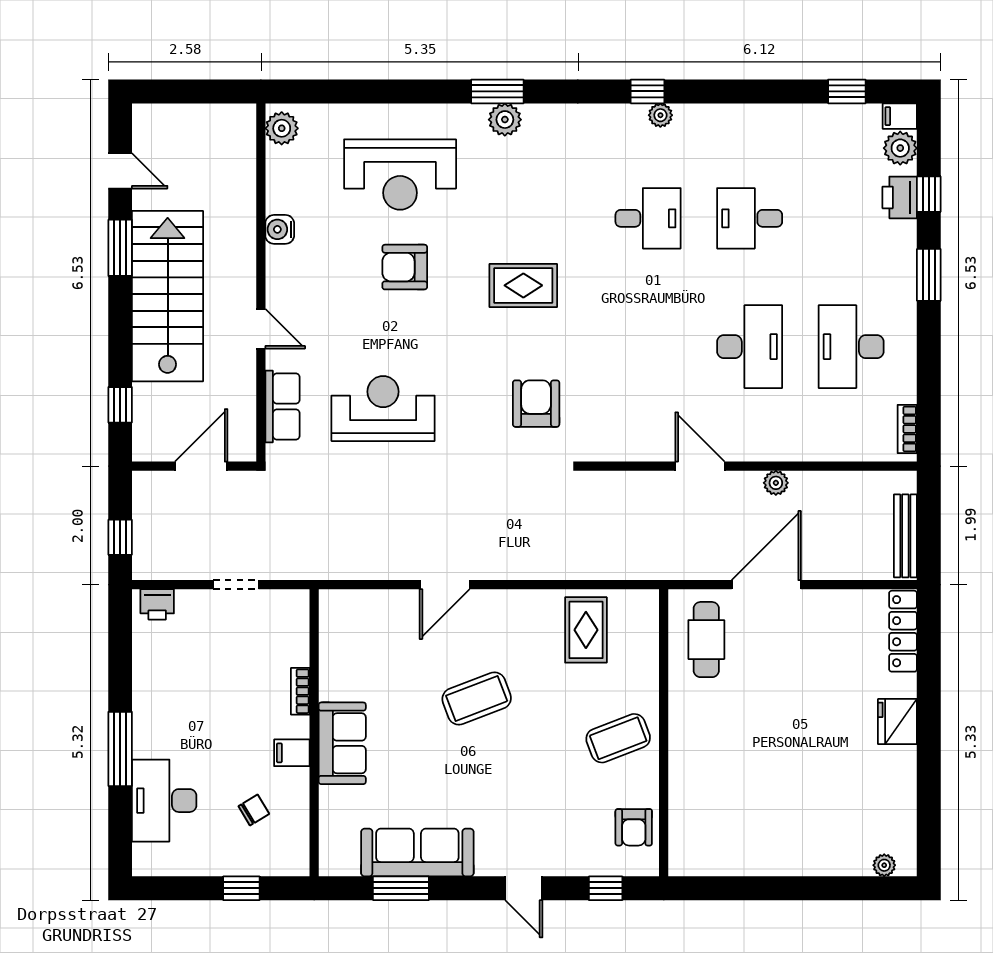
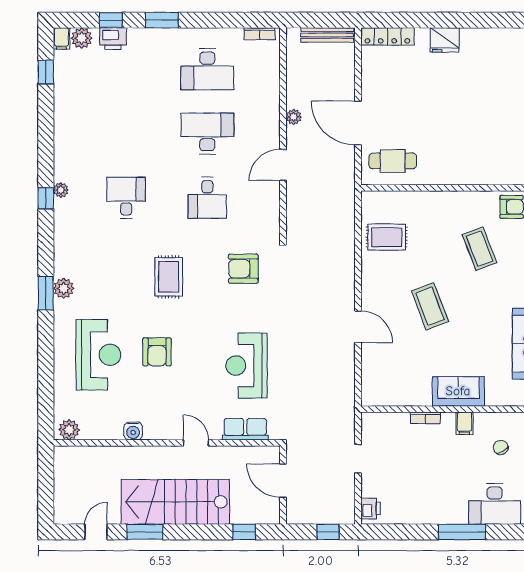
desk: (750, 218) -> (207, 198), moved
door: (261, 329) -> (196, 443), hinge flipped
coffee table: (618, 738) -> (480, 249), moved

